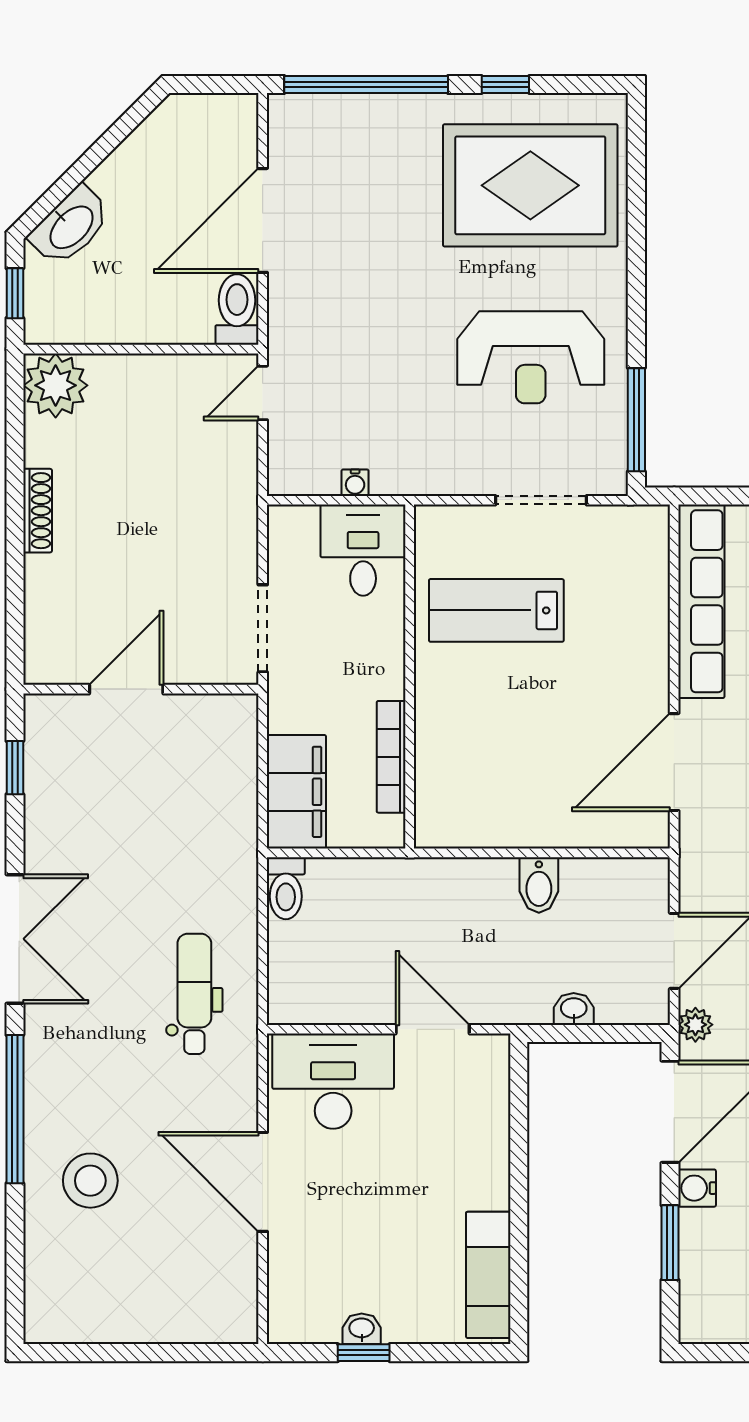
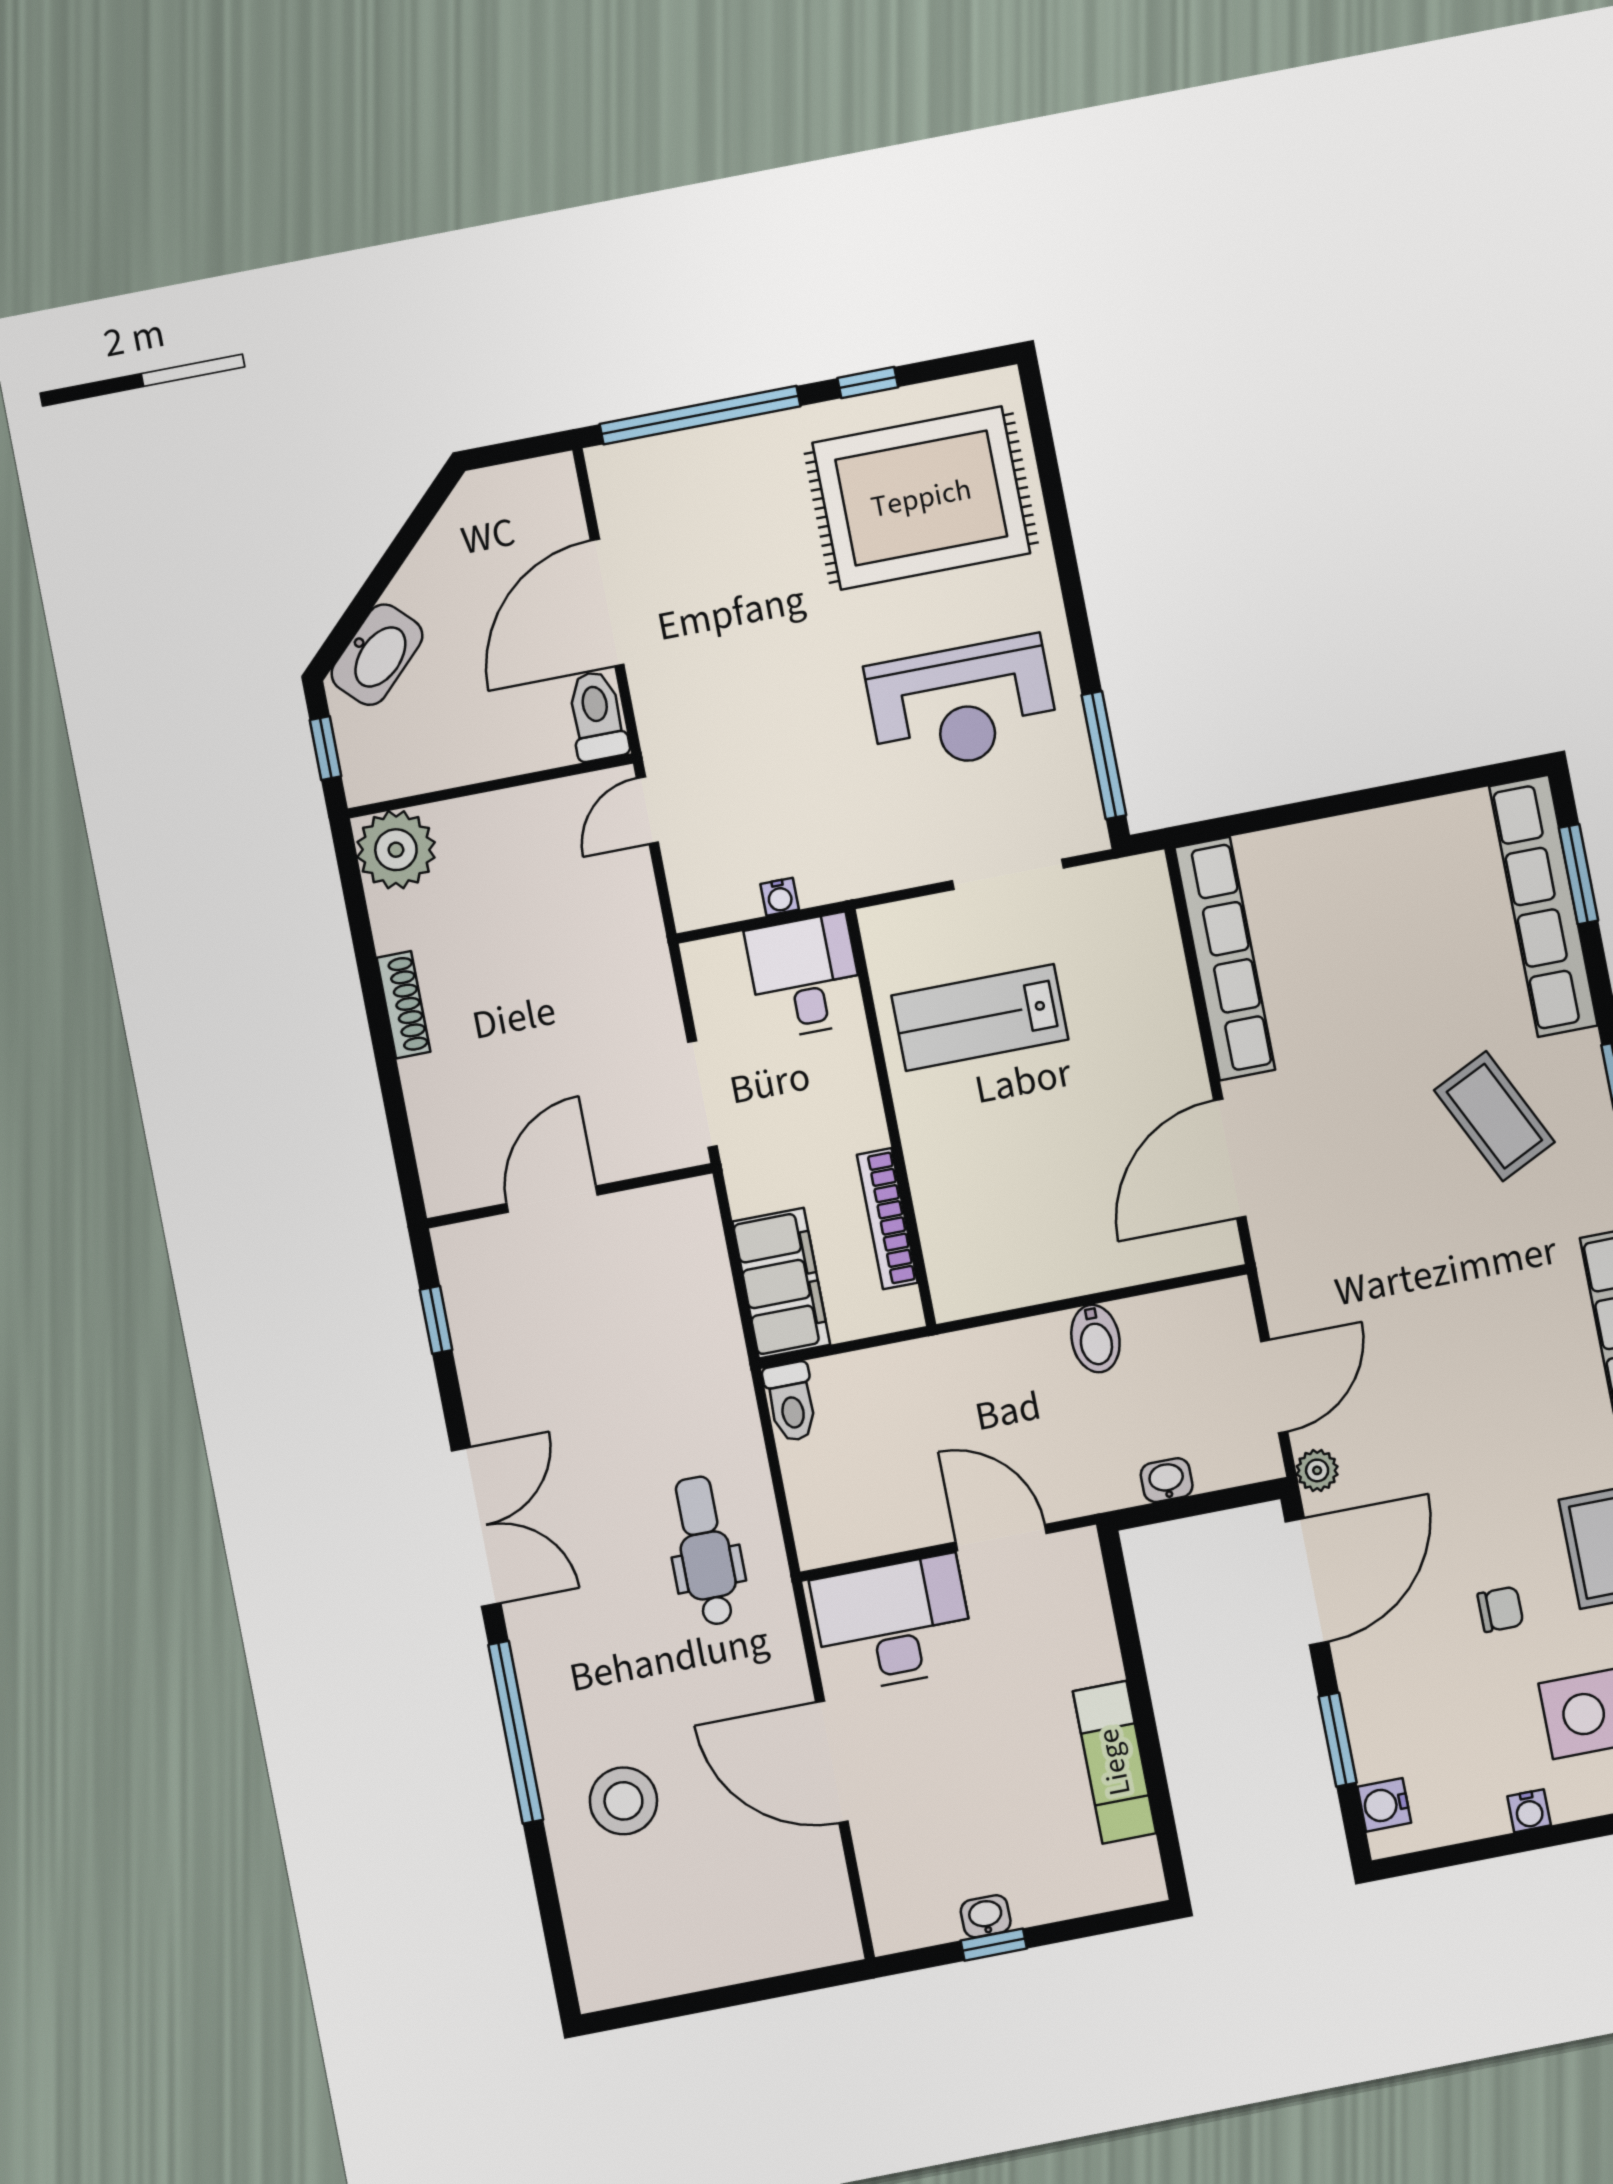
water cooler: (697, 1188) -> (1384, 1805), moved
exam couch: (488, 1275) -> (1114, 1762), moved

